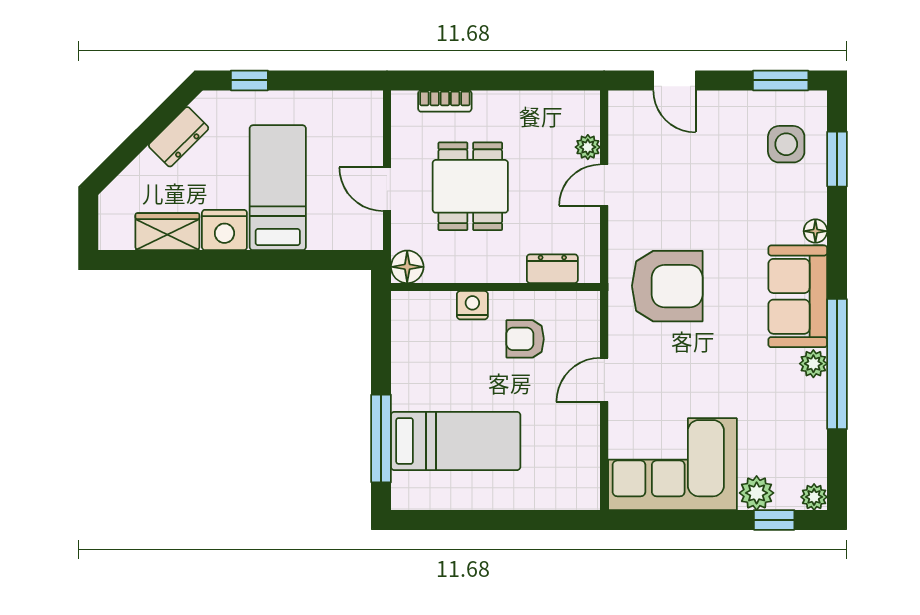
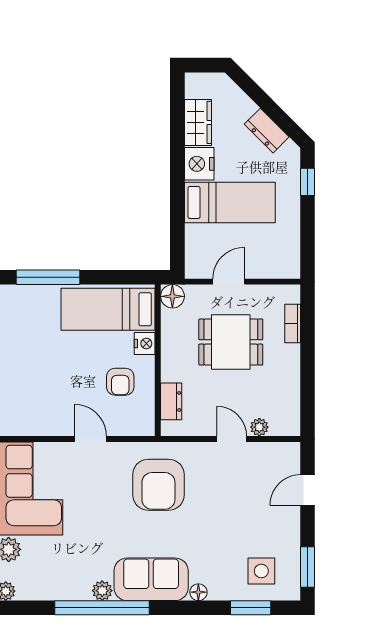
armchair: (525, 339) -> (120, 382), turned 180
bed: (456, 441) -> (108, 309), moved, turned 90

